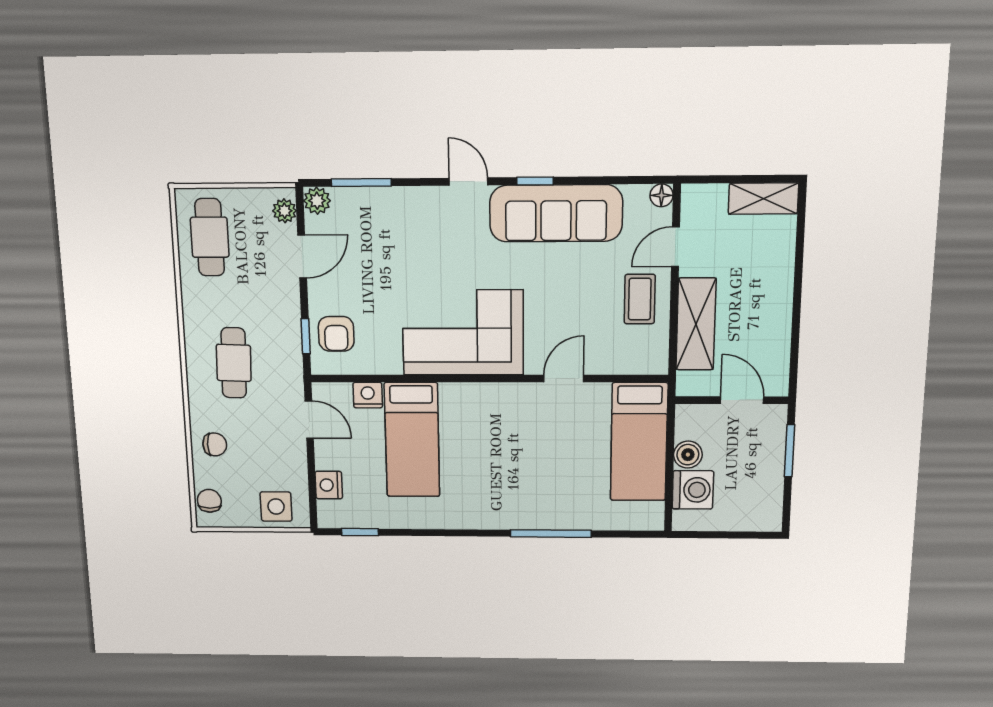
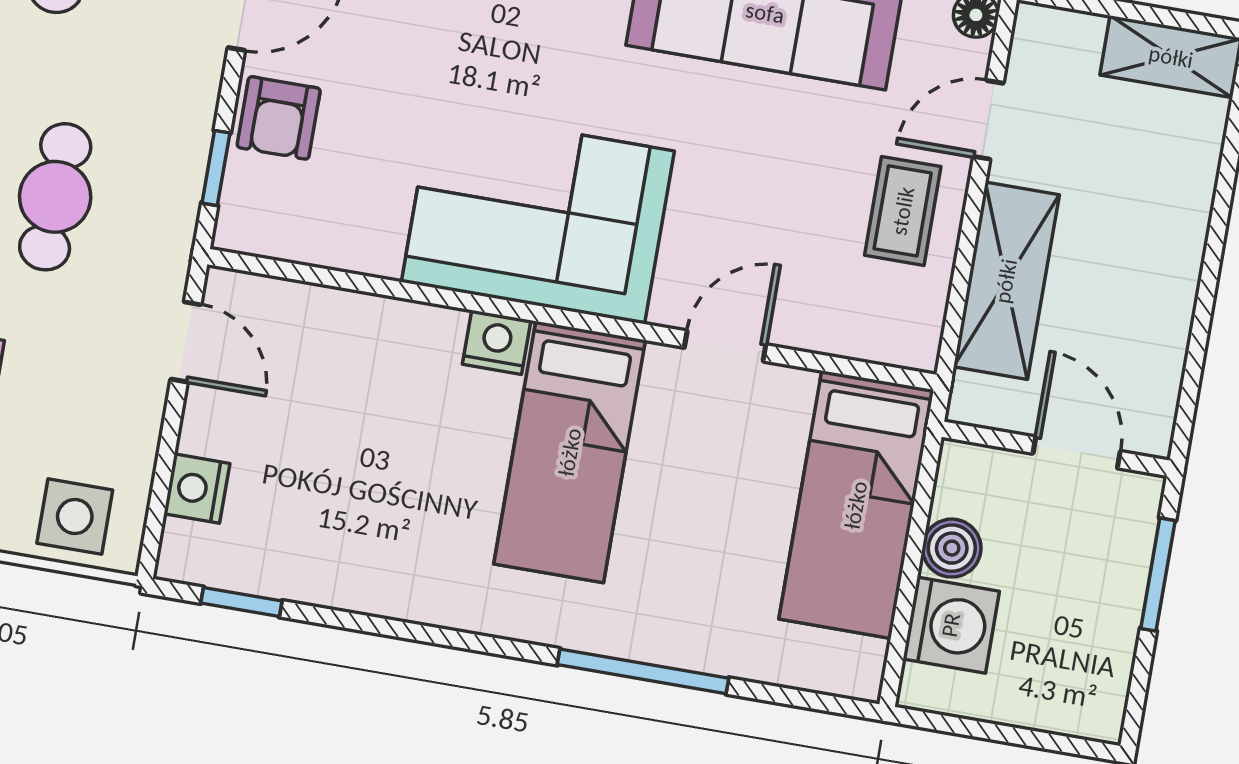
armchair: (336, 334) -> (279, 118), moved
nightstand: (368, 395) -> (497, 342), moved
bed: (412, 440) -> (570, 452), moved

